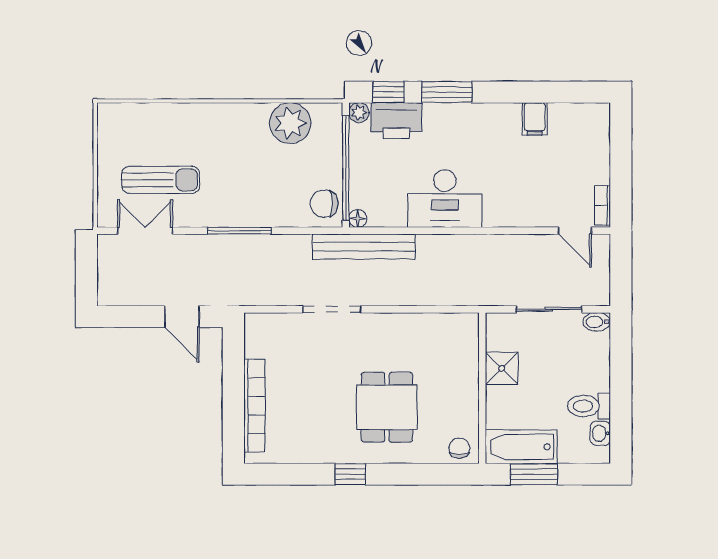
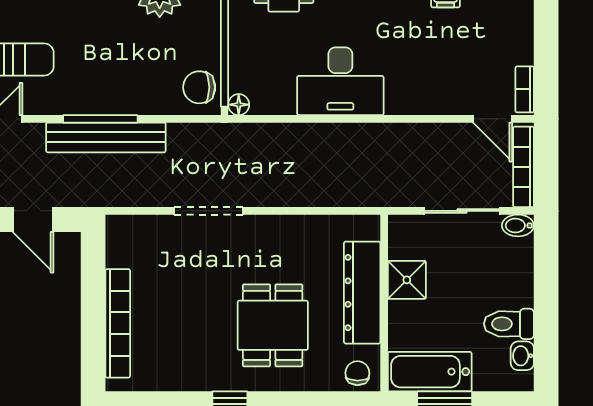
bench: (364, 246) -> (106, 137), moved
bookcase: (601, 272) -> (524, 167), added
dresser: (463, 379) -> (362, 293), added

